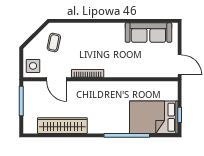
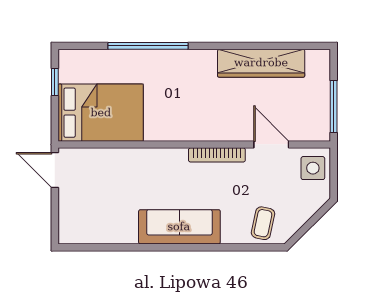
sofa: (148, 33) -> (179, 227), moved
coffee table: (54, 42) -> (263, 223), moved
bed: (154, 117) -> (101, 113), moved

